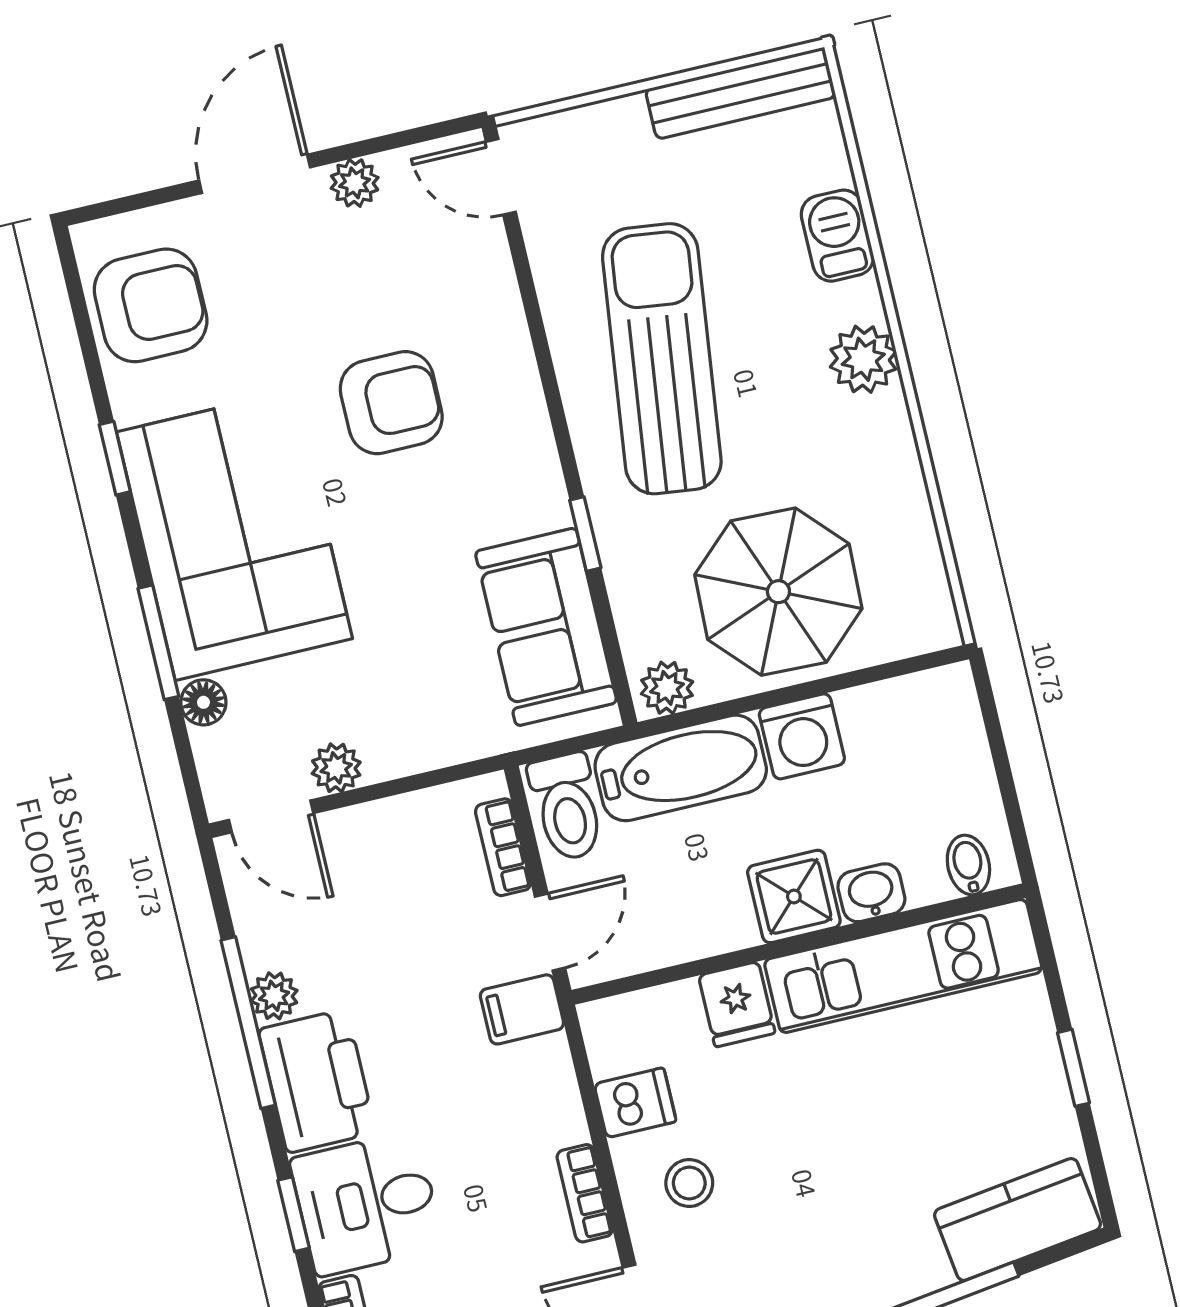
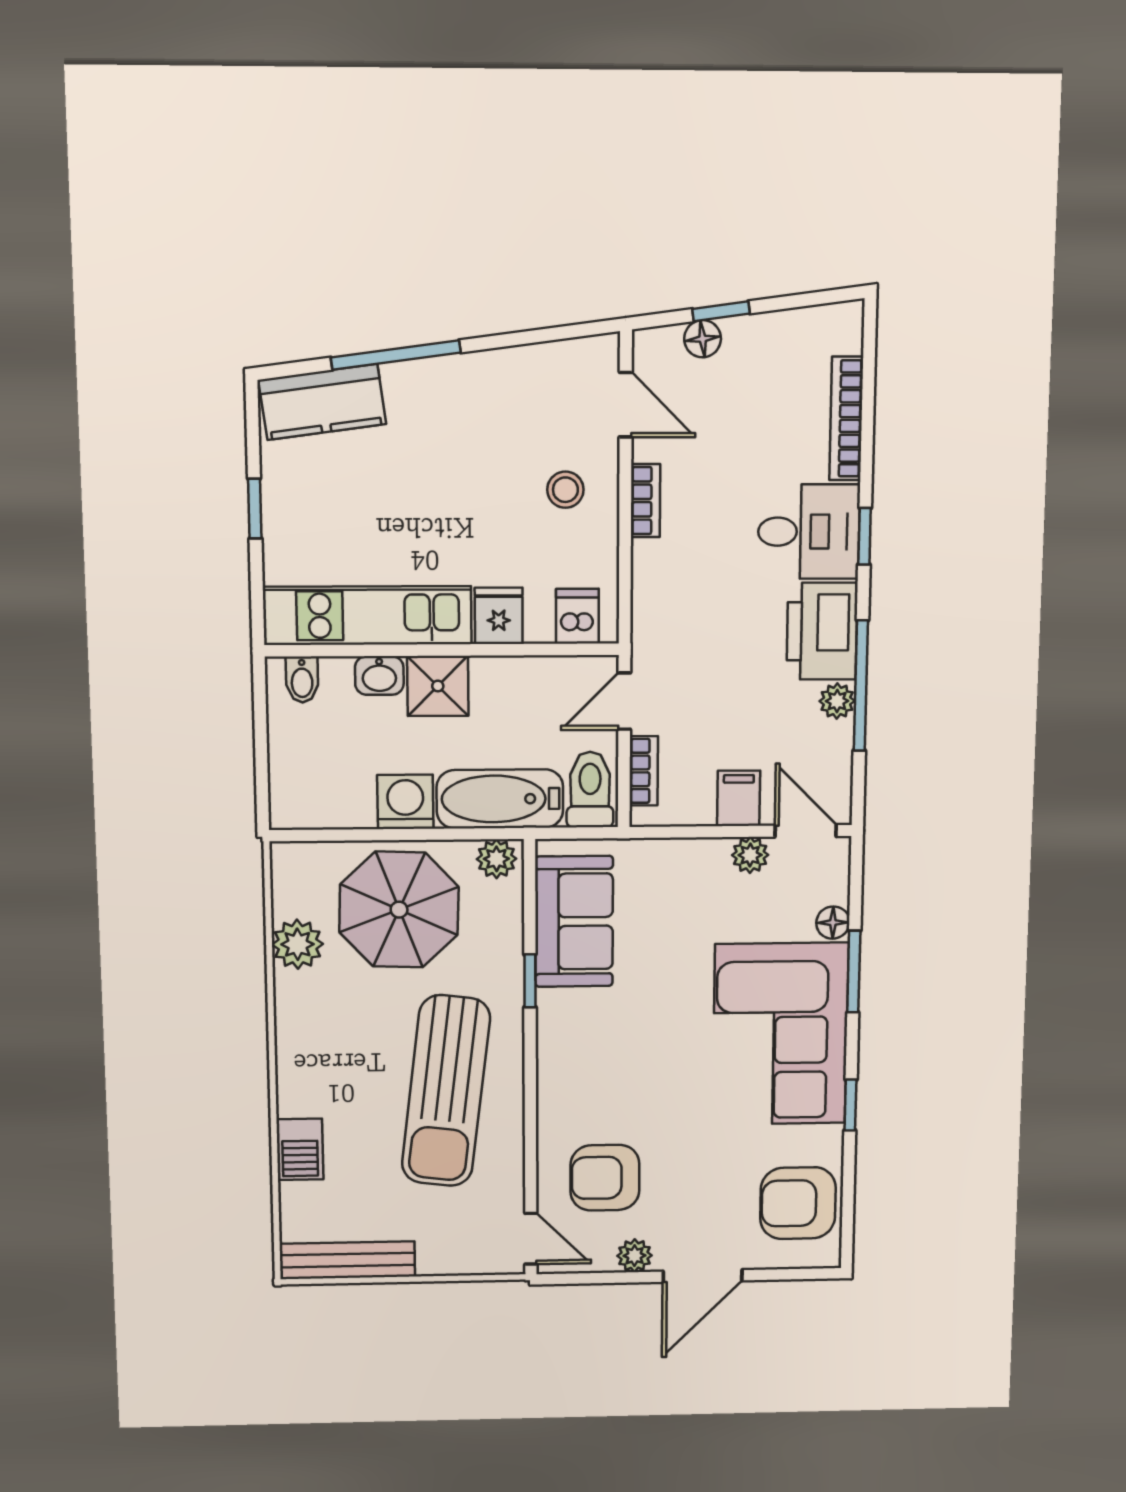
plant: (863, 359) -> (298, 944), moved
armchair: (391, 403) -> (605, 1178), moved
filing cabinet: (522, 1009) -> (739, 798), moved, turned -90
dishwasher: (635, 1103) -> (577, 616), moved, turned 90

